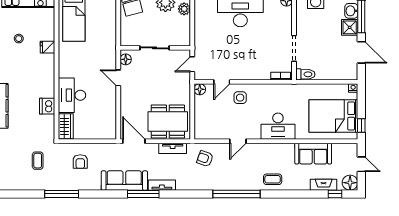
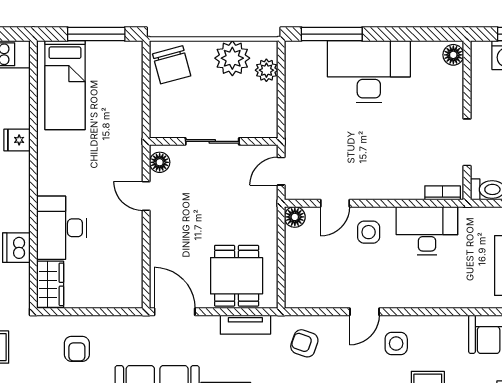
dining table: (168, 122) -> (237, 276), width x0.73
desk: (278, 126) -> (427, 231), moved, turned 180
side table: (255, 159) -> (396, 344), added

